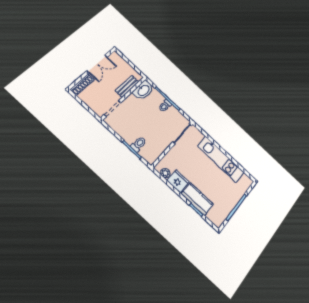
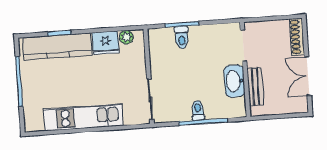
washbasin: (143, 90) -> (234, 81), moved
kitchen counter: (197, 199) -> (57, 46), width x1.50

